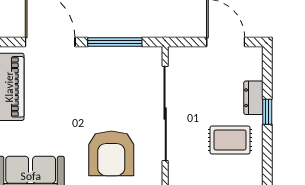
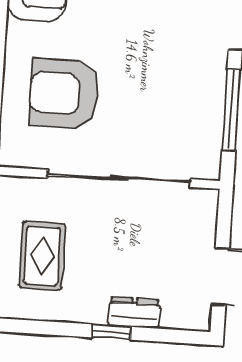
rug: (230, 140) -> (42, 256), moved

